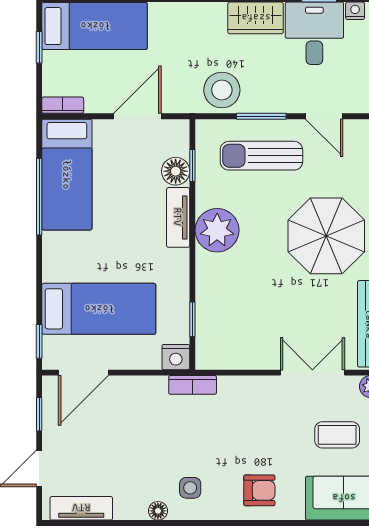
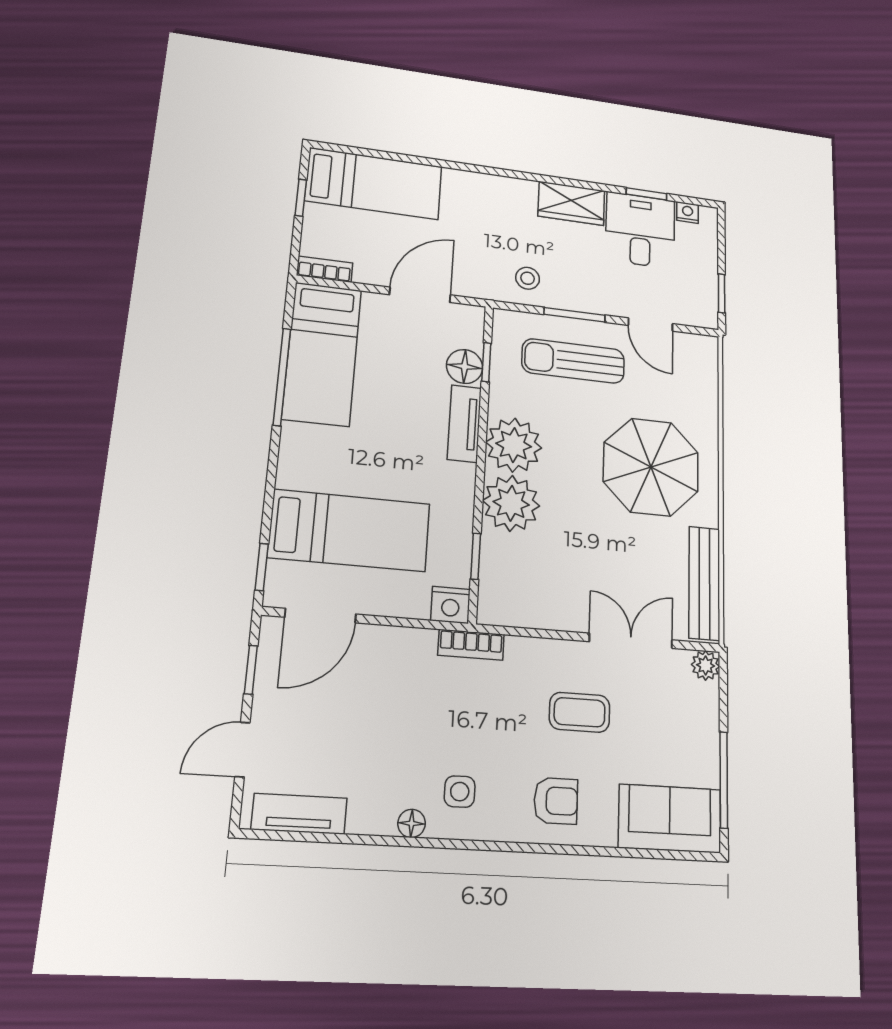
stool: (222, 90) -> (528, 278), width x0.53, depth x0.53
plant: (217, 276) -> (511, 503), added
coffee table: (337, 435) -> (580, 712), moved

